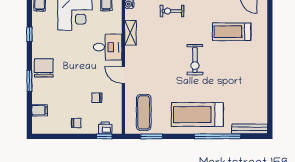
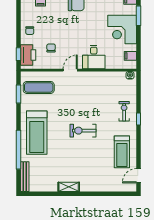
treadmill: (232, 32) -> (122, 152), moved, turned 180
shelving: (130, 33) -> (69, 187), moved
treadmill: (197, 115) -> (37, 133), turned 180
printer: (105, 128) -> (28, 55), width x1.87, depth x1.48

